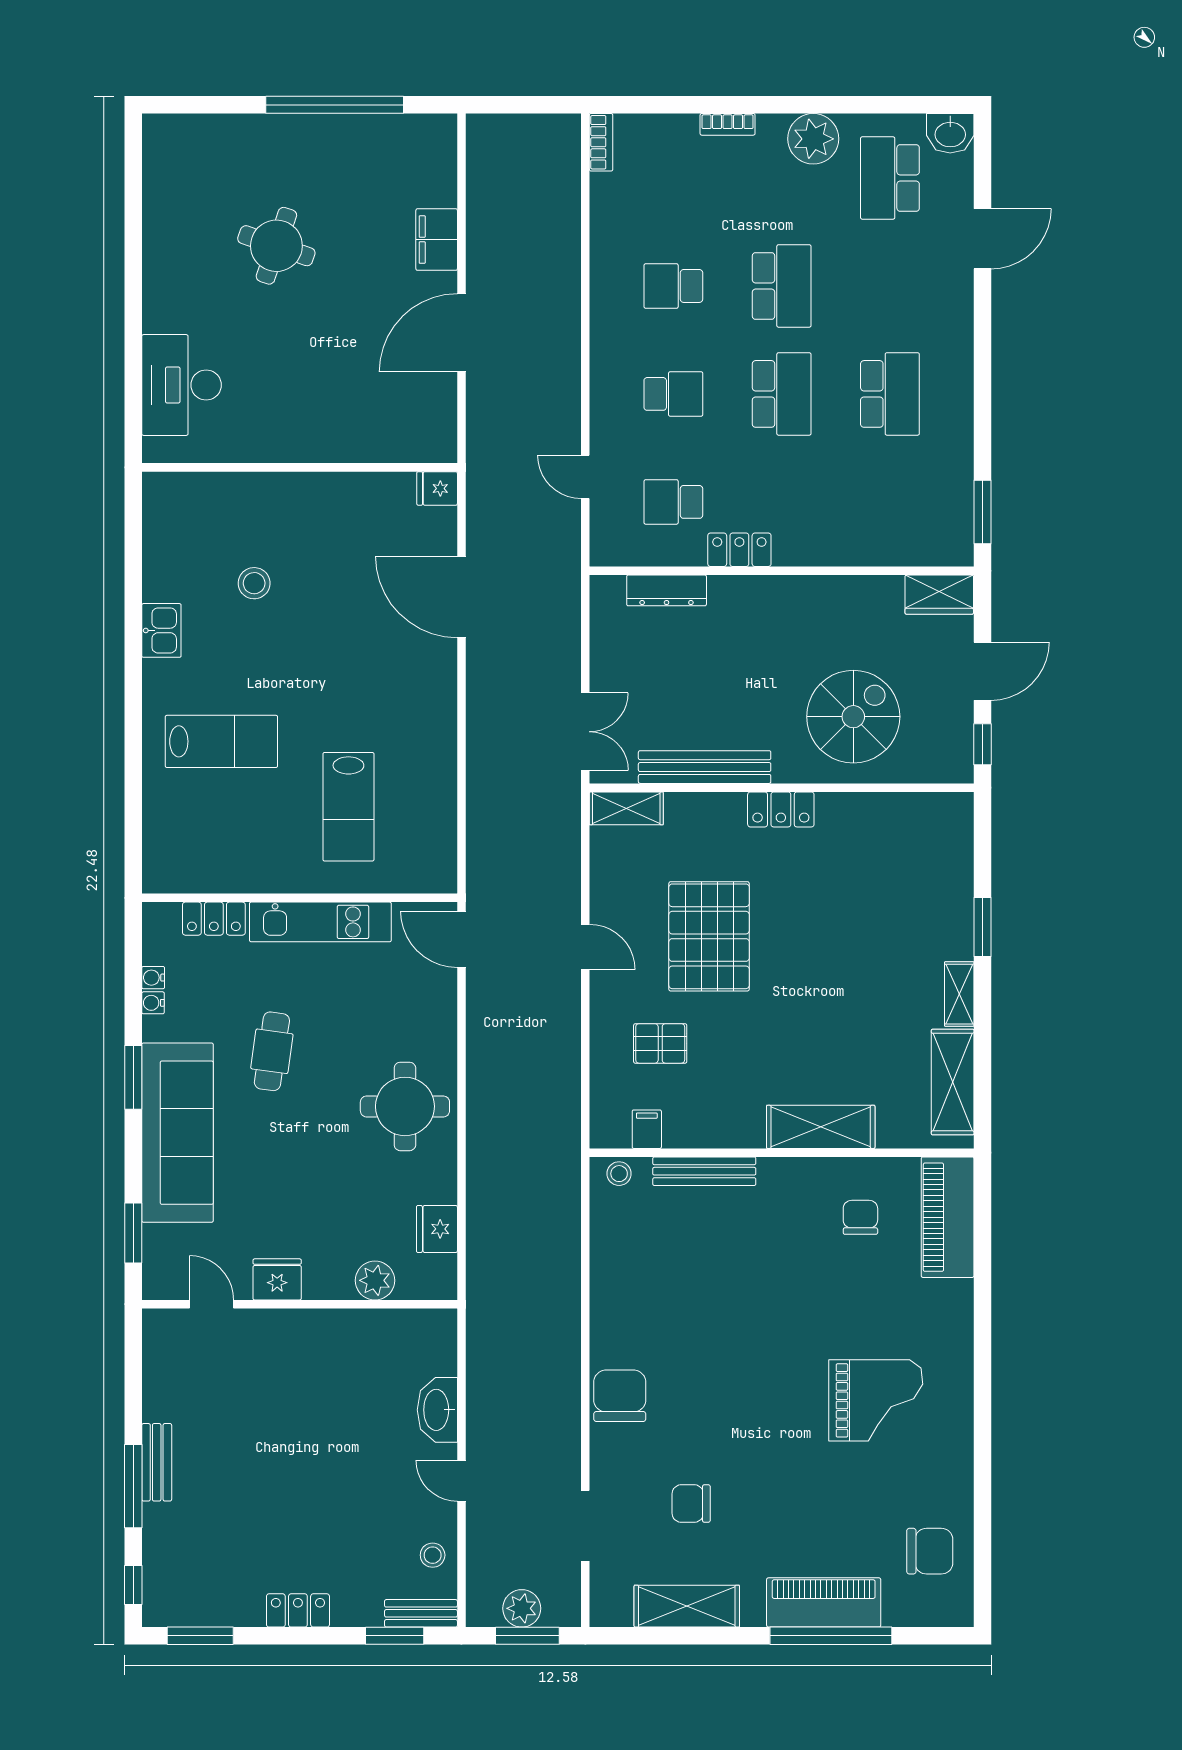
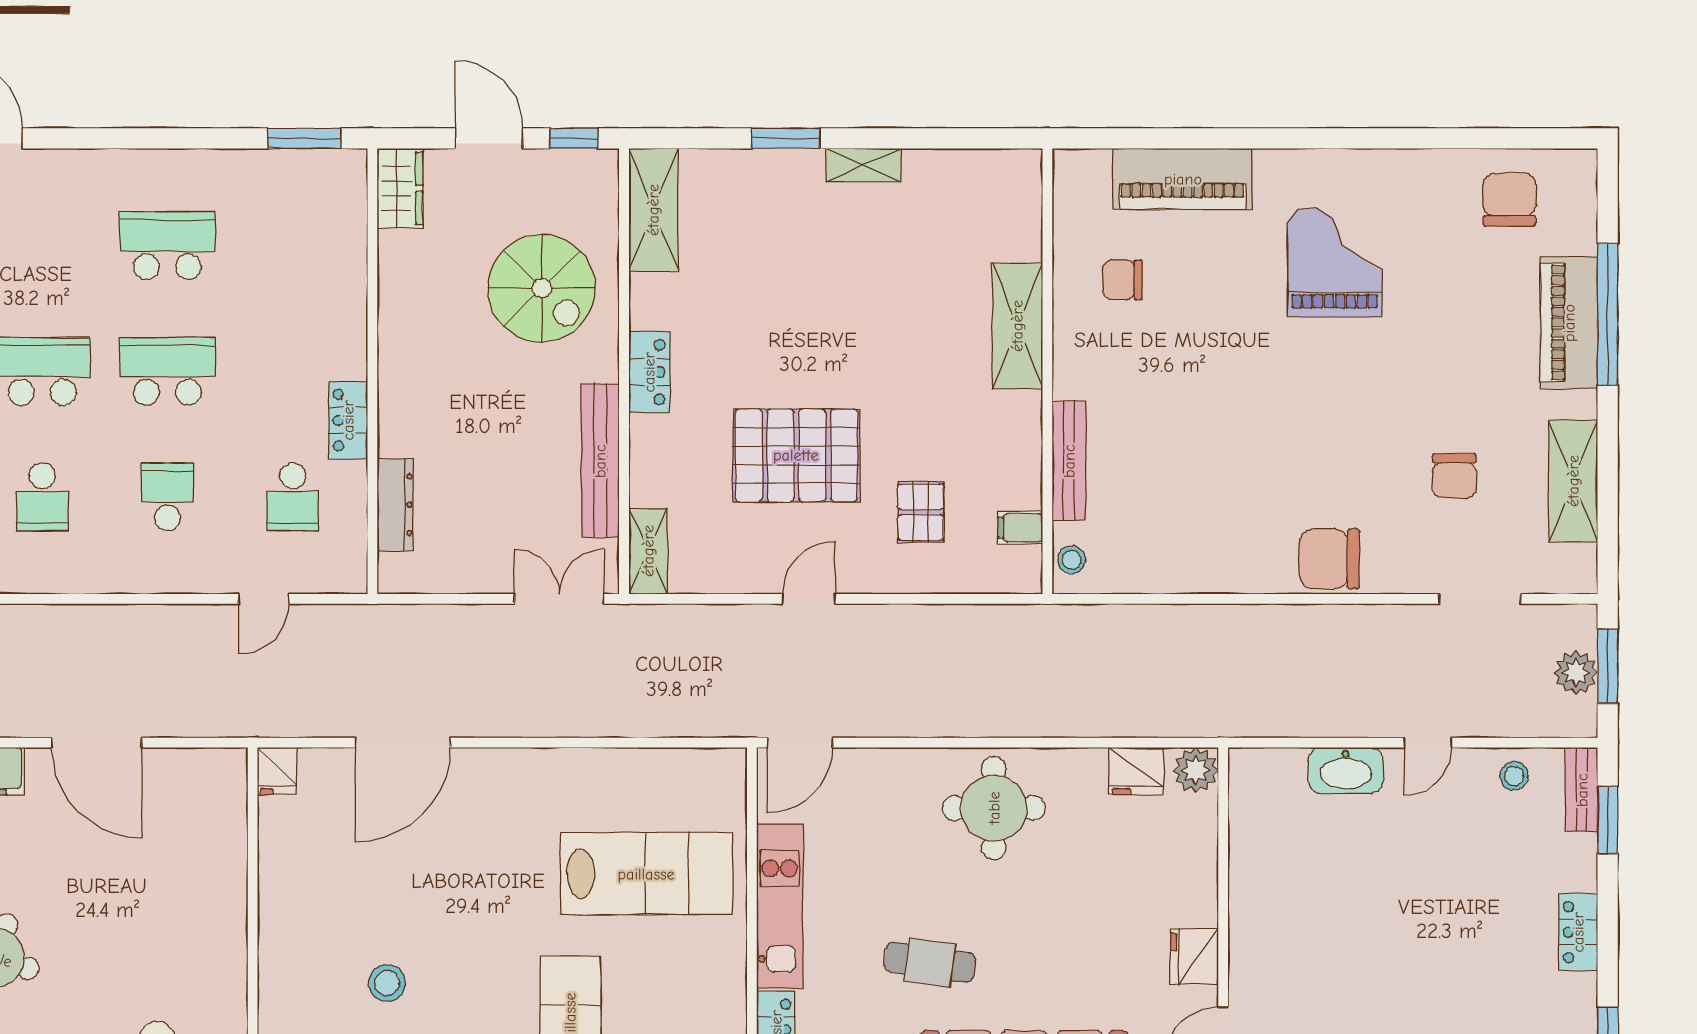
spiral stairs: (853, 717) -> (542, 288), turned 180
lab bench: (348, 807) -> (646, 874), width x1.36, depth x1.39
shelving: (953, 1082) -> (653, 210), moved, turned 90
piano: (948, 1217) -> (1183, 179), moved
plant: (375, 1280) -> (1196, 770), moved

